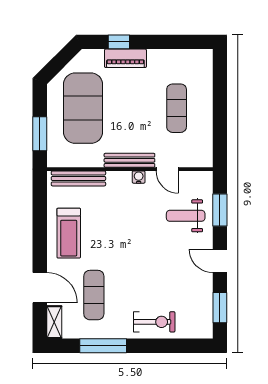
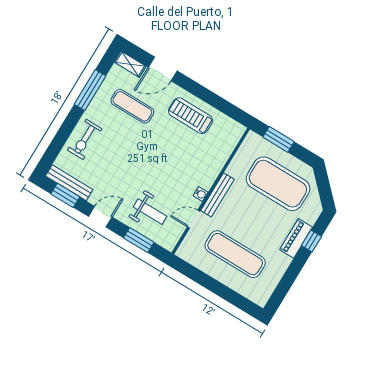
exercise mat: (177, 108) -> (235, 254), width x1.36, depth x1.45
bench: (78, 178) -> (69, 183), moved, turned 90
weight bench: (186, 216) -> (150, 212), turned 90

